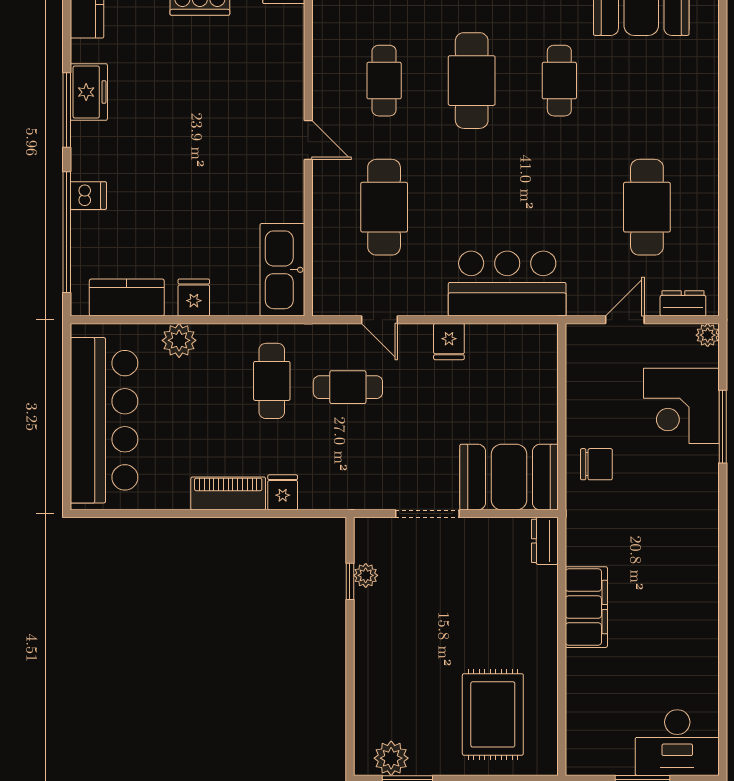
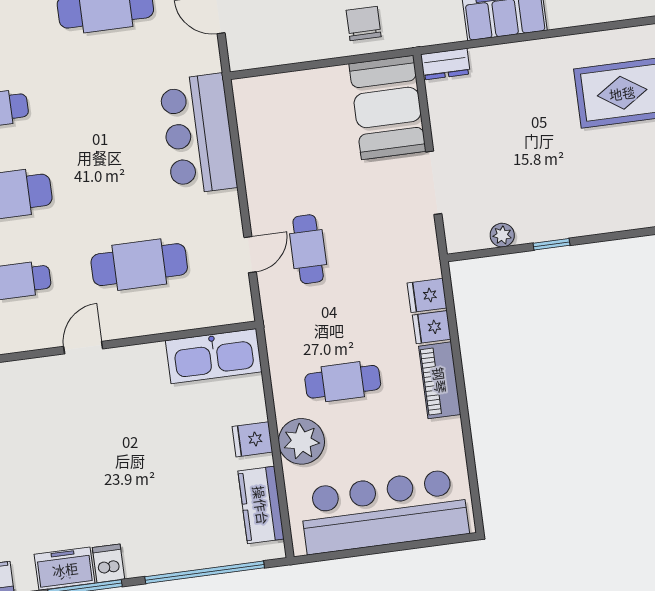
dishwasher: (88, 196) -> (109, 563), moved
plant: (179, 340) -> (301, 441), width x1.36, depth x1.36
fridge: (449, 342) -> (427, 295), moved, turned 180
cafe table: (272, 381) -> (343, 382), moved
cafe table: (348, 387) -> (308, 249), moved
window: (350, 581) -> (552, 244), moved

